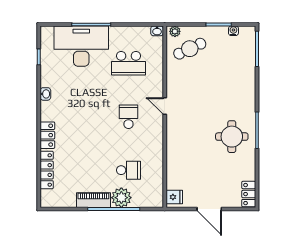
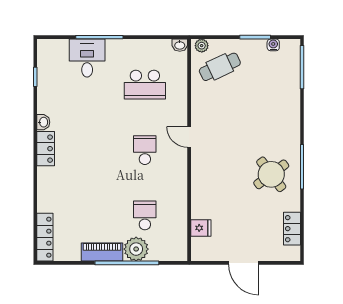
desk: (81, 46) -> (87, 58), width x0.53, depth x0.77
locker: (47, 135) -> (46, 149), moved
round table: (232, 137) -> (271, 174), turned -37
locker: (47, 170) -> (45, 237), moved
school desk: (128, 170) -> (145, 215), turned -90
locker: (249, 194) -> (292, 229), moved
fridge: (174, 197) -> (201, 228), moved

